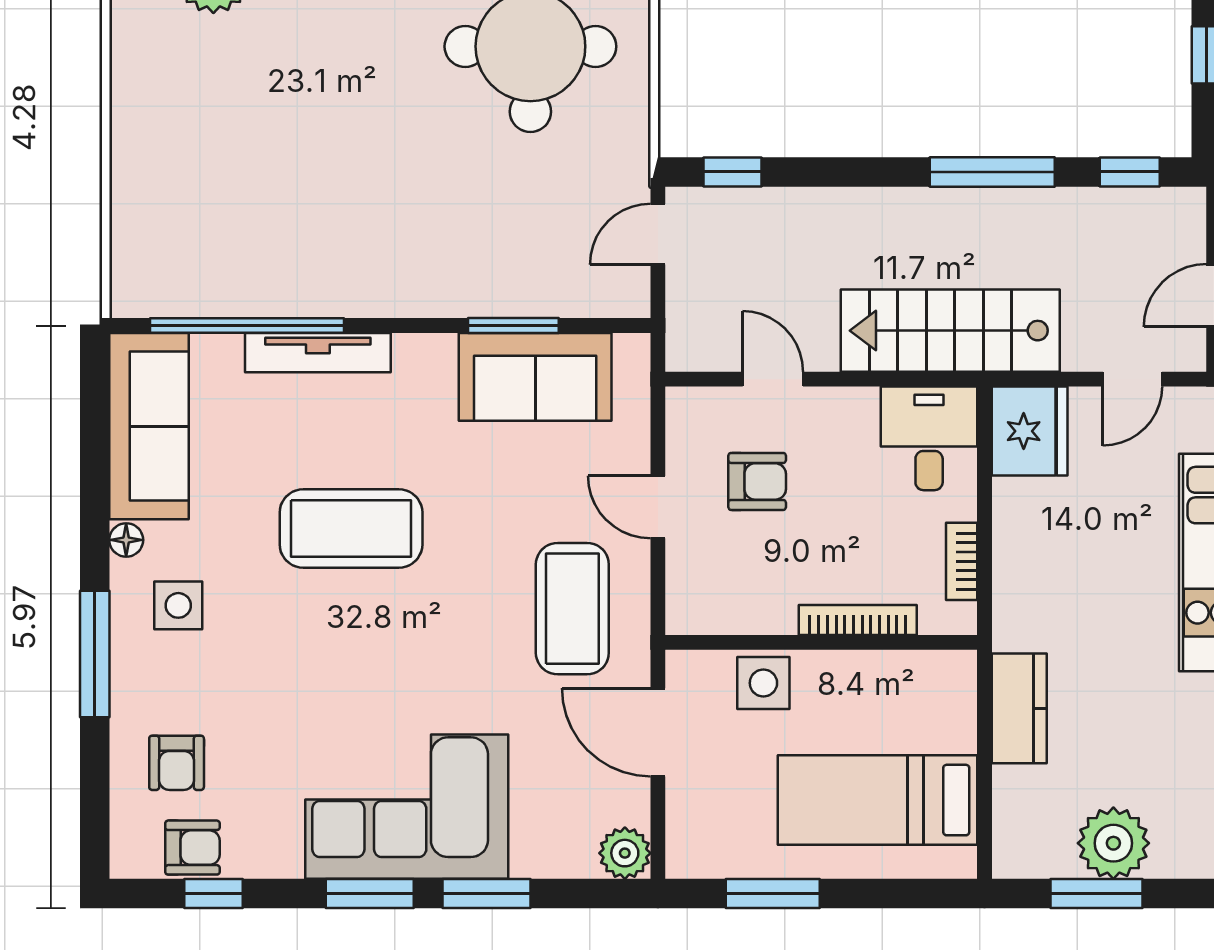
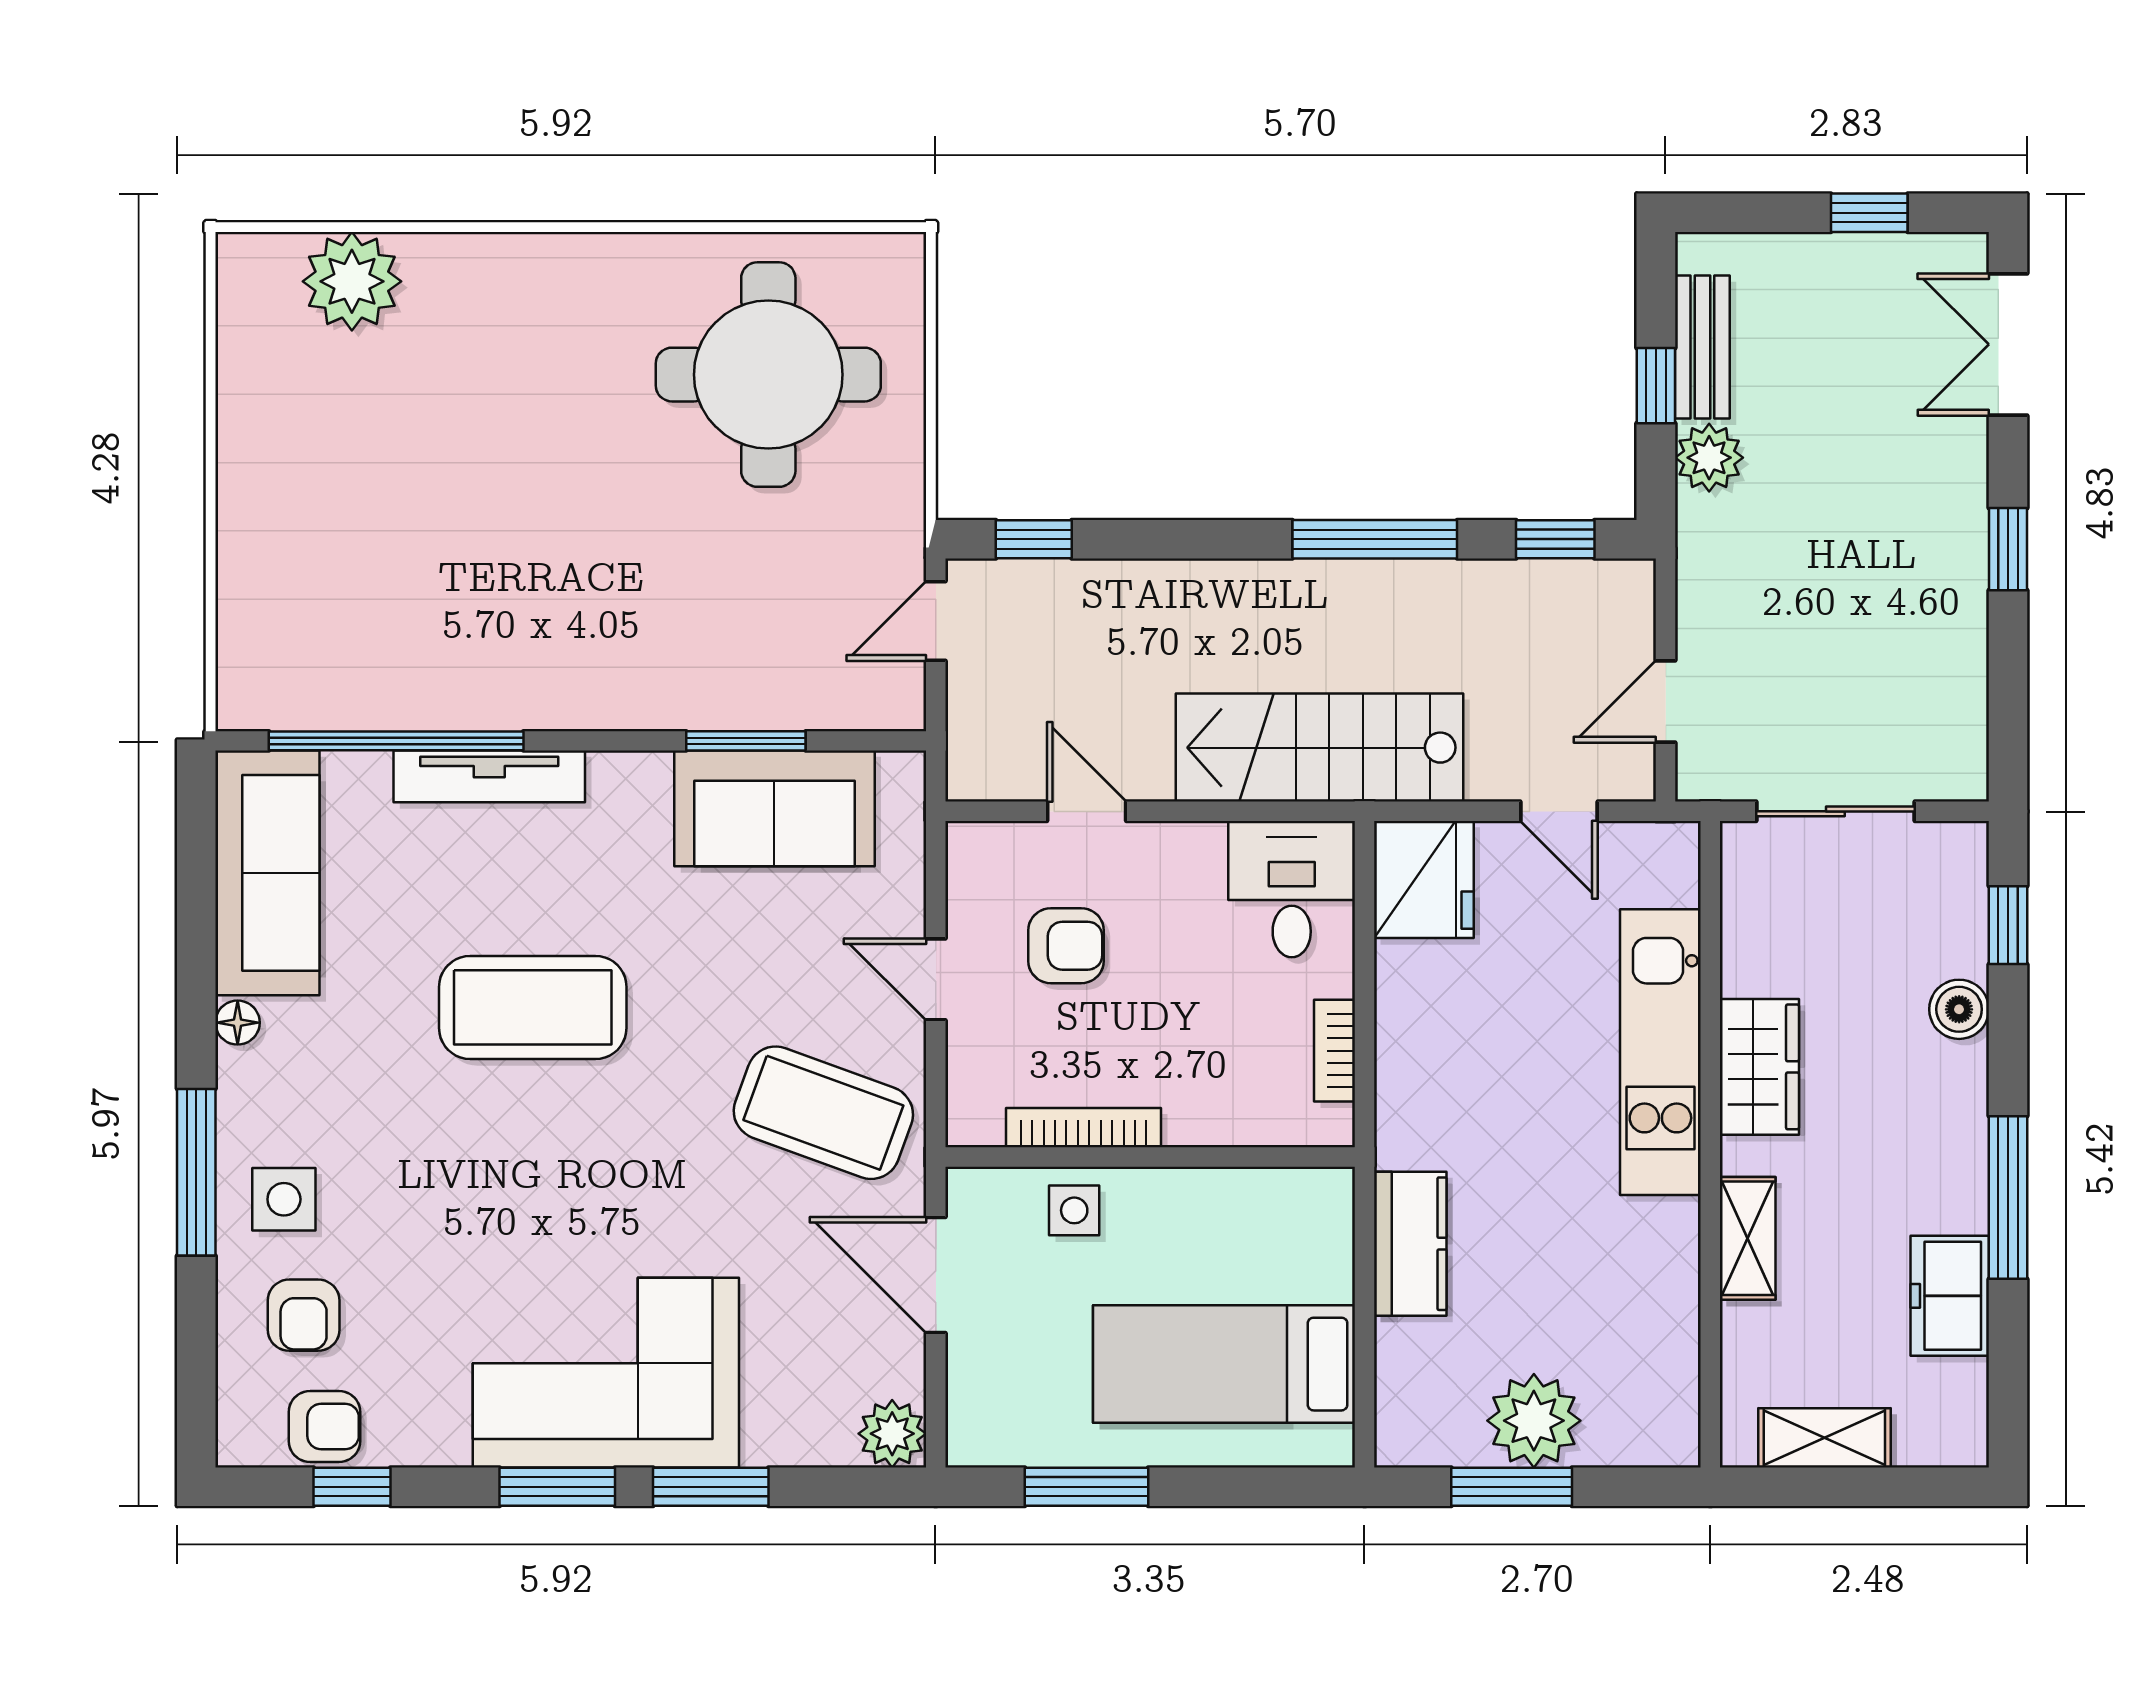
door: (1132, 379) -> (1559, 811), hinge flipped
side table: (178, 605) -> (284, 1199), moved
coffee table: (572, 609) -> (823, 1113), turned -70
bookcase: (858, 620) -> (1084, 1128), moved
side table: (763, 683) -> (1074, 1210), width x0.73, depth x0.73

